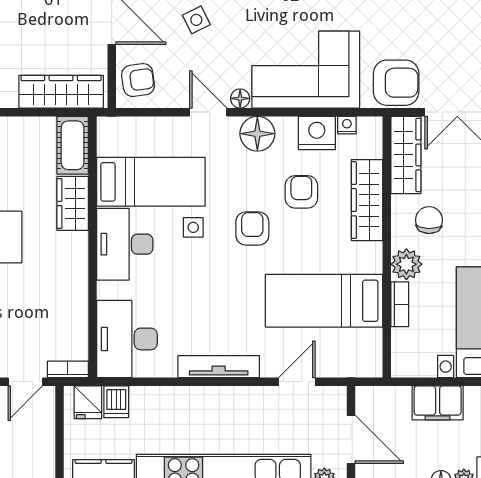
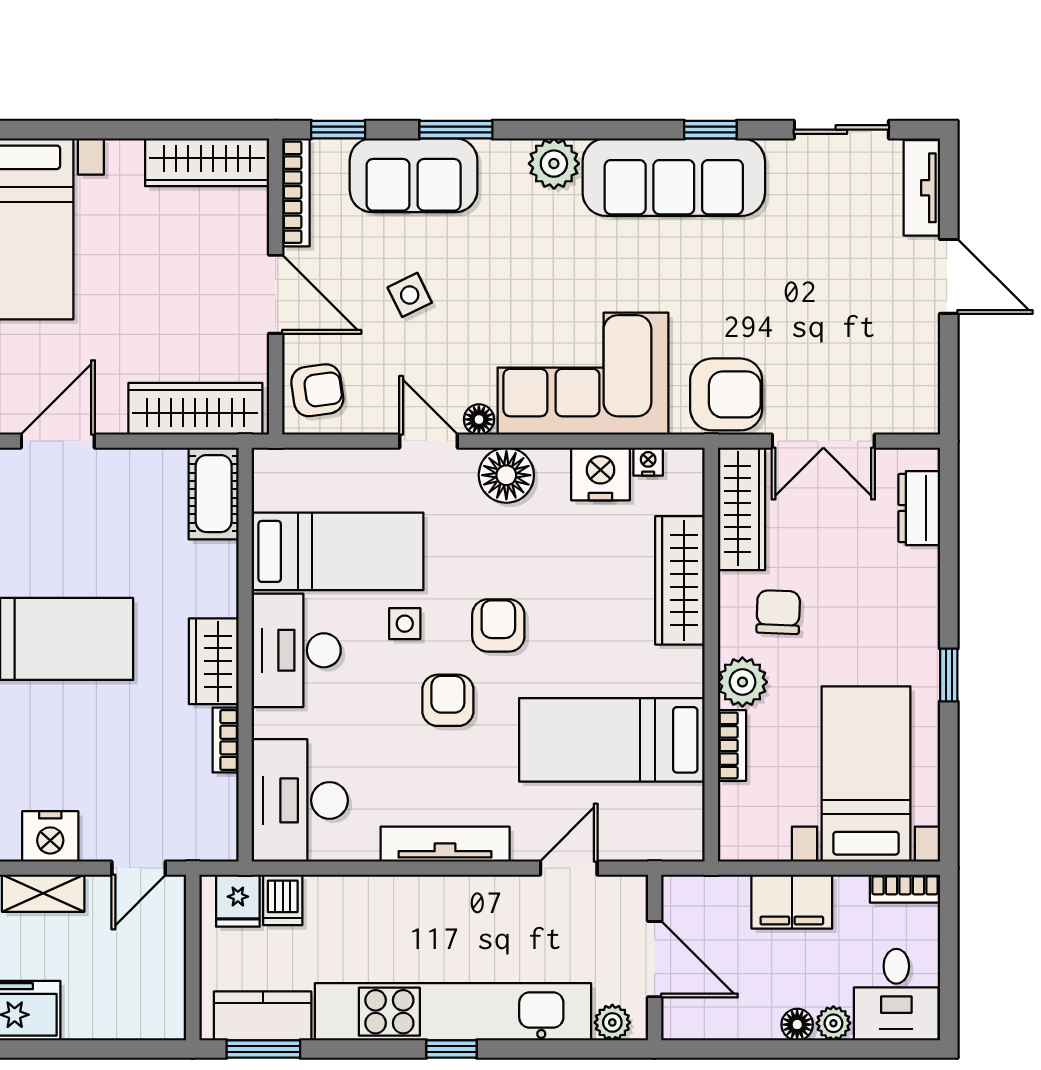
armchair: (301, 192) -> (448, 700), moved
wardrobe: (73, 203) -> (214, 661), moved
bookcase: (68, 369) -> (226, 740), moved, turned -90

